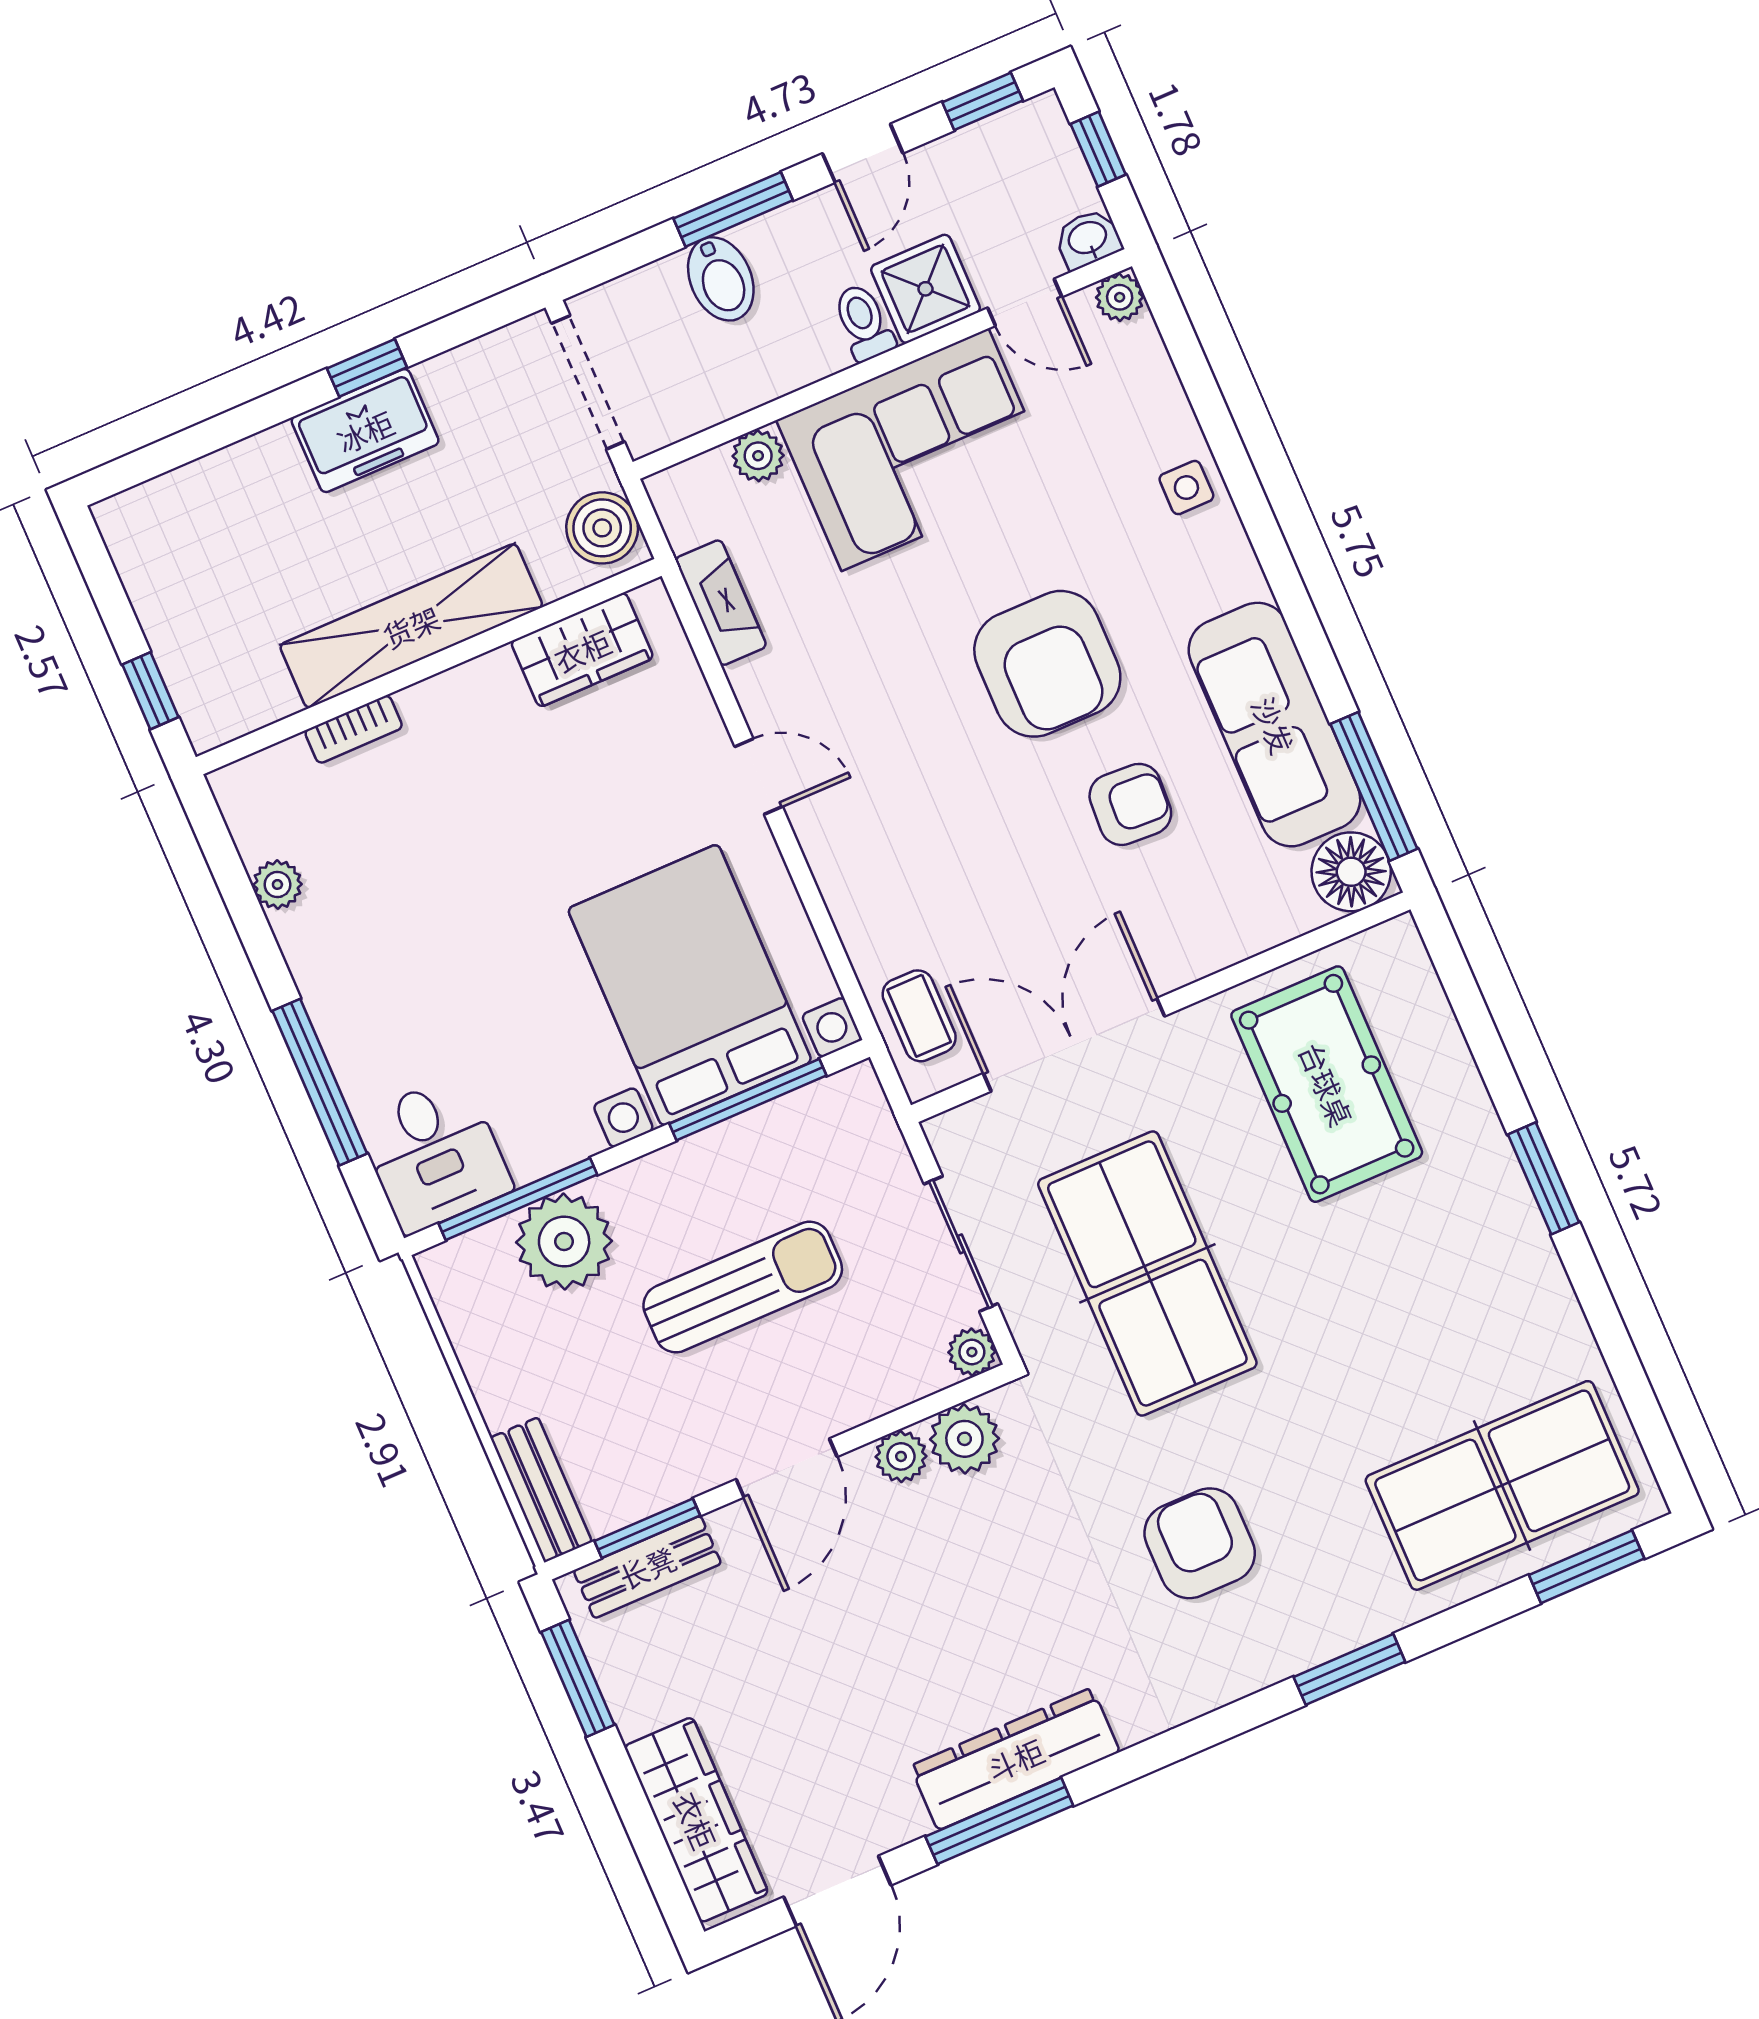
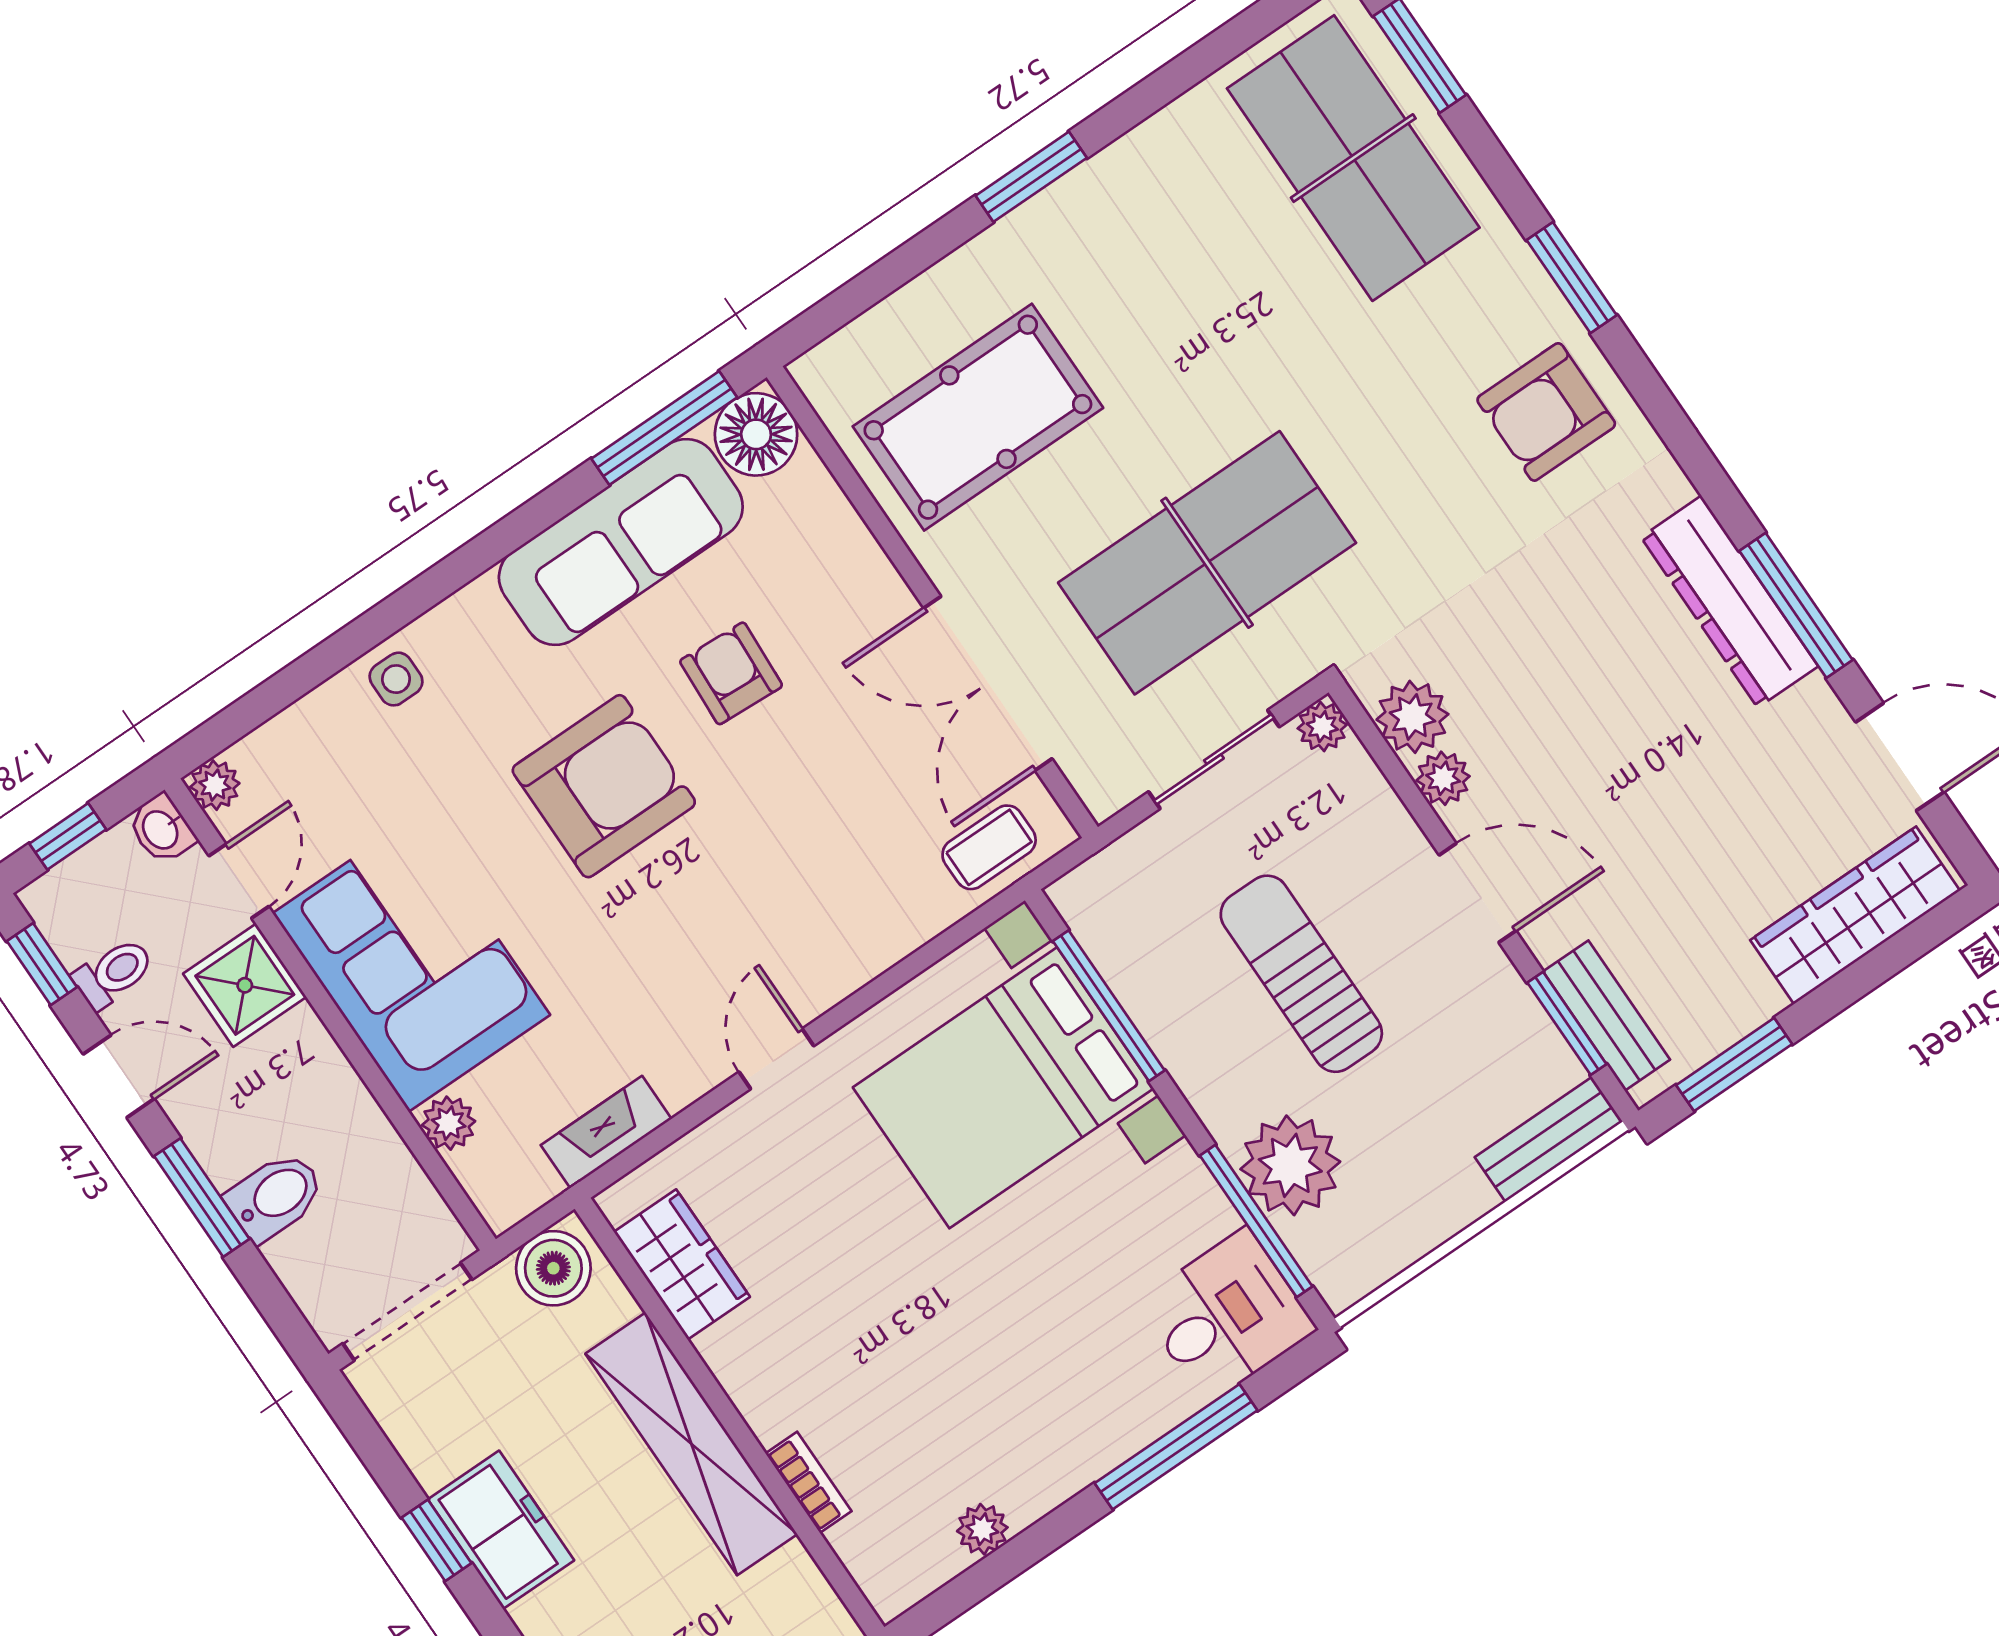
toilet: (864, 322) -> (113, 973), moved, turned 180
armchair: (1200, 1543) -> (1546, 412), moved

